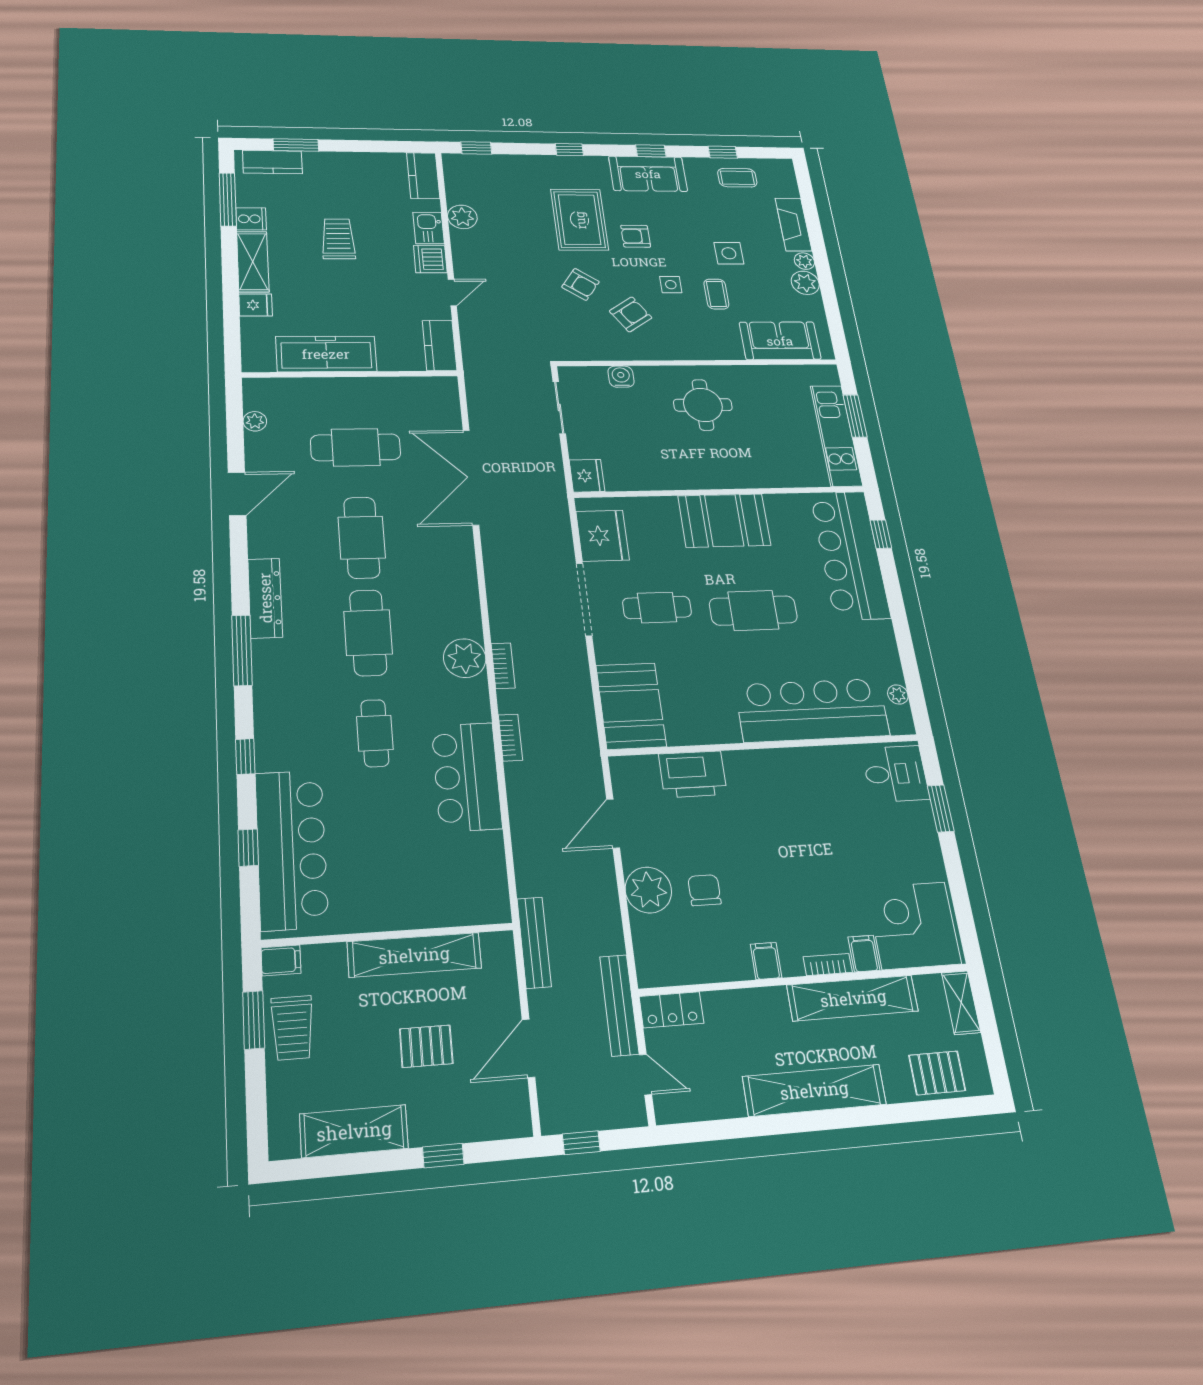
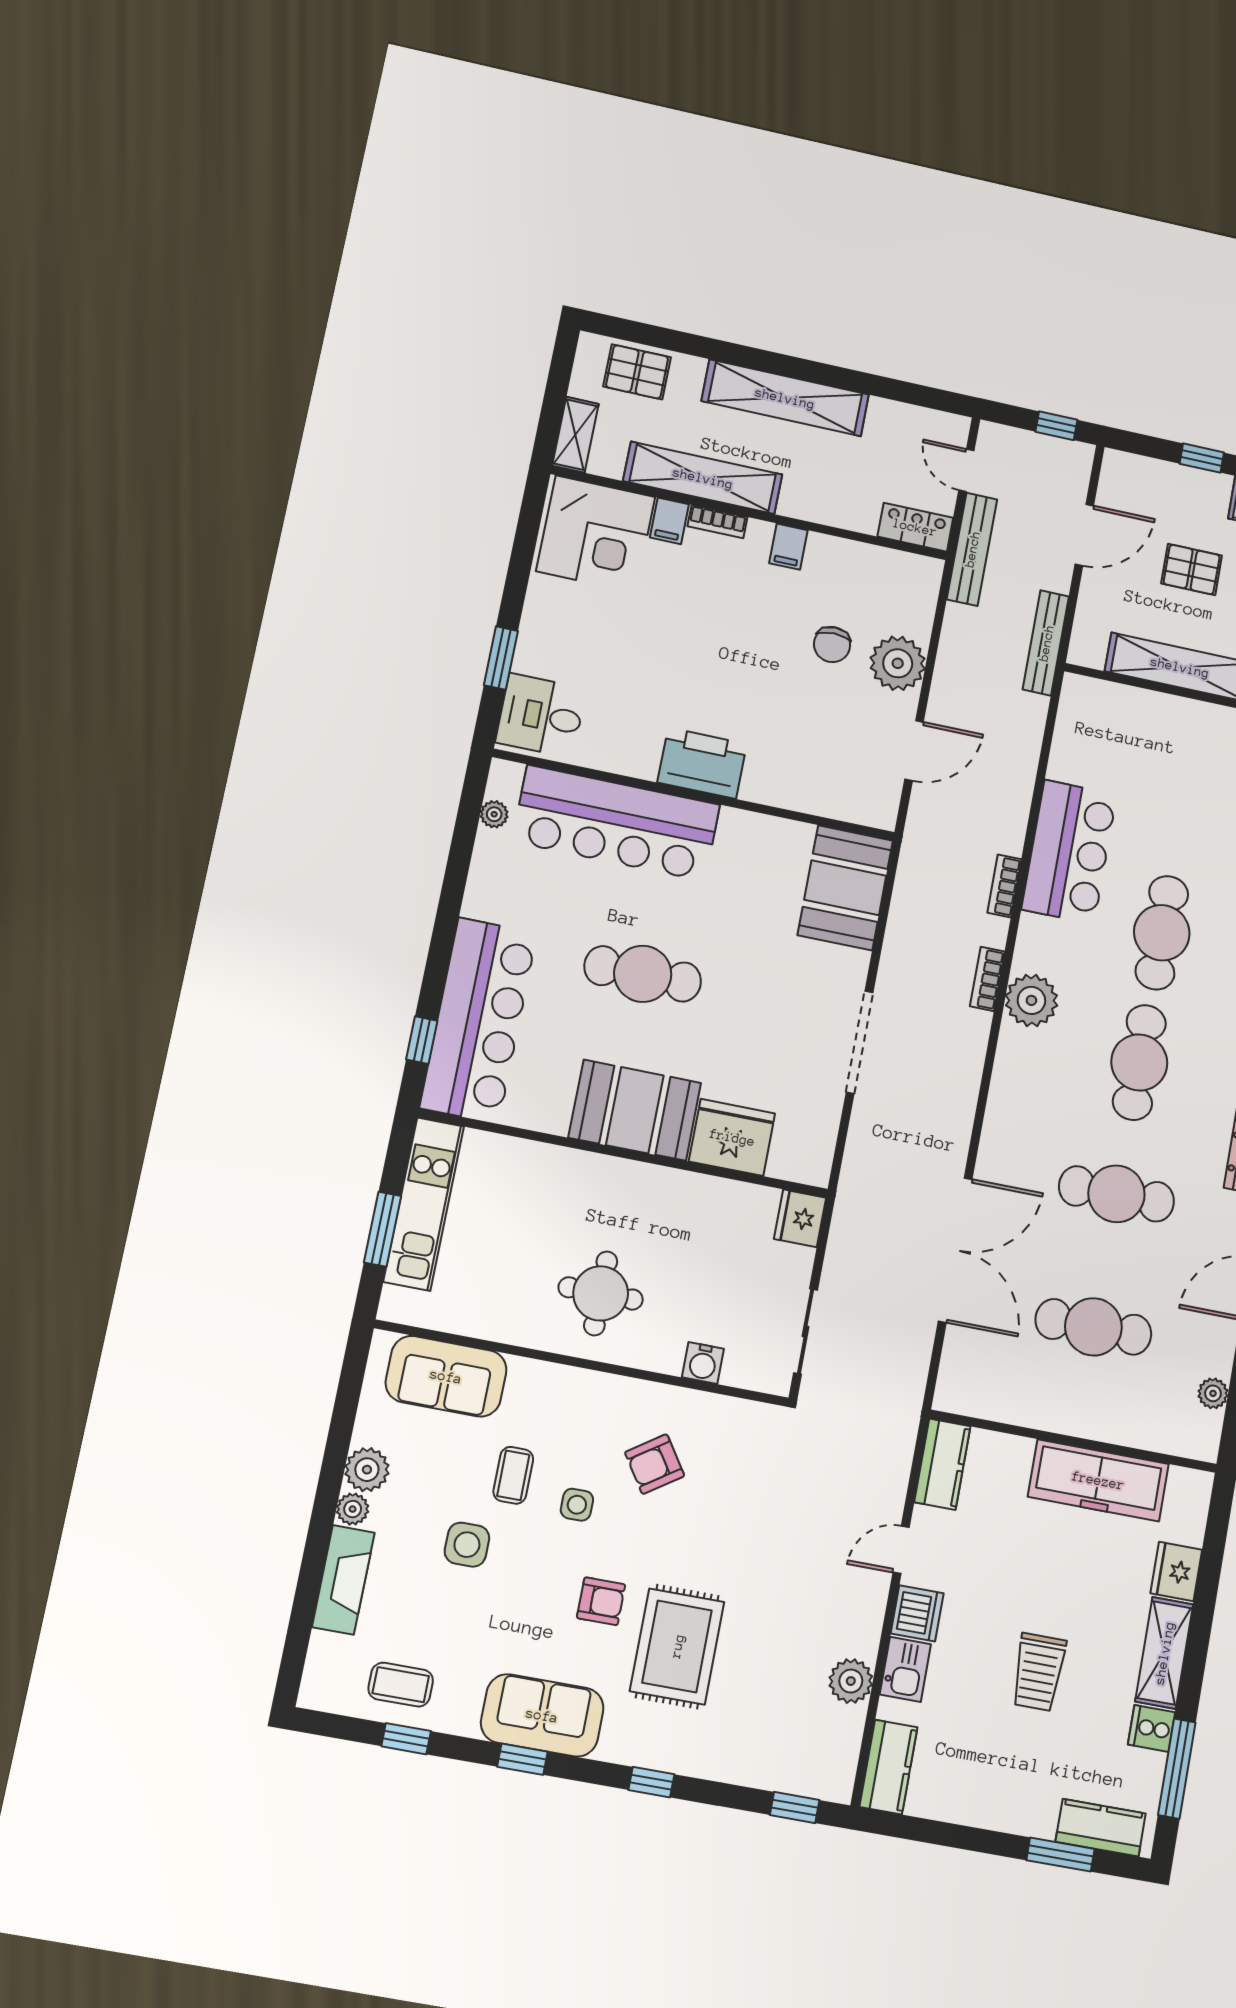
armchair: (581, 284) -> (712, 1530), removed
fridge: (256, 305) -> (1176, 1572), width x1.38
fridge: (603, 536) -> (732, 1137), moved, turned 90
cafe table: (362, 537) -> (1116, 1194), turned 90
cafe table: (657, 608) -> (769, 1009), removed
cafe table: (375, 733) -> (1162, 933), width x1.37, depth x1.35
printer: (693, 774) -> (702, 763), moved

